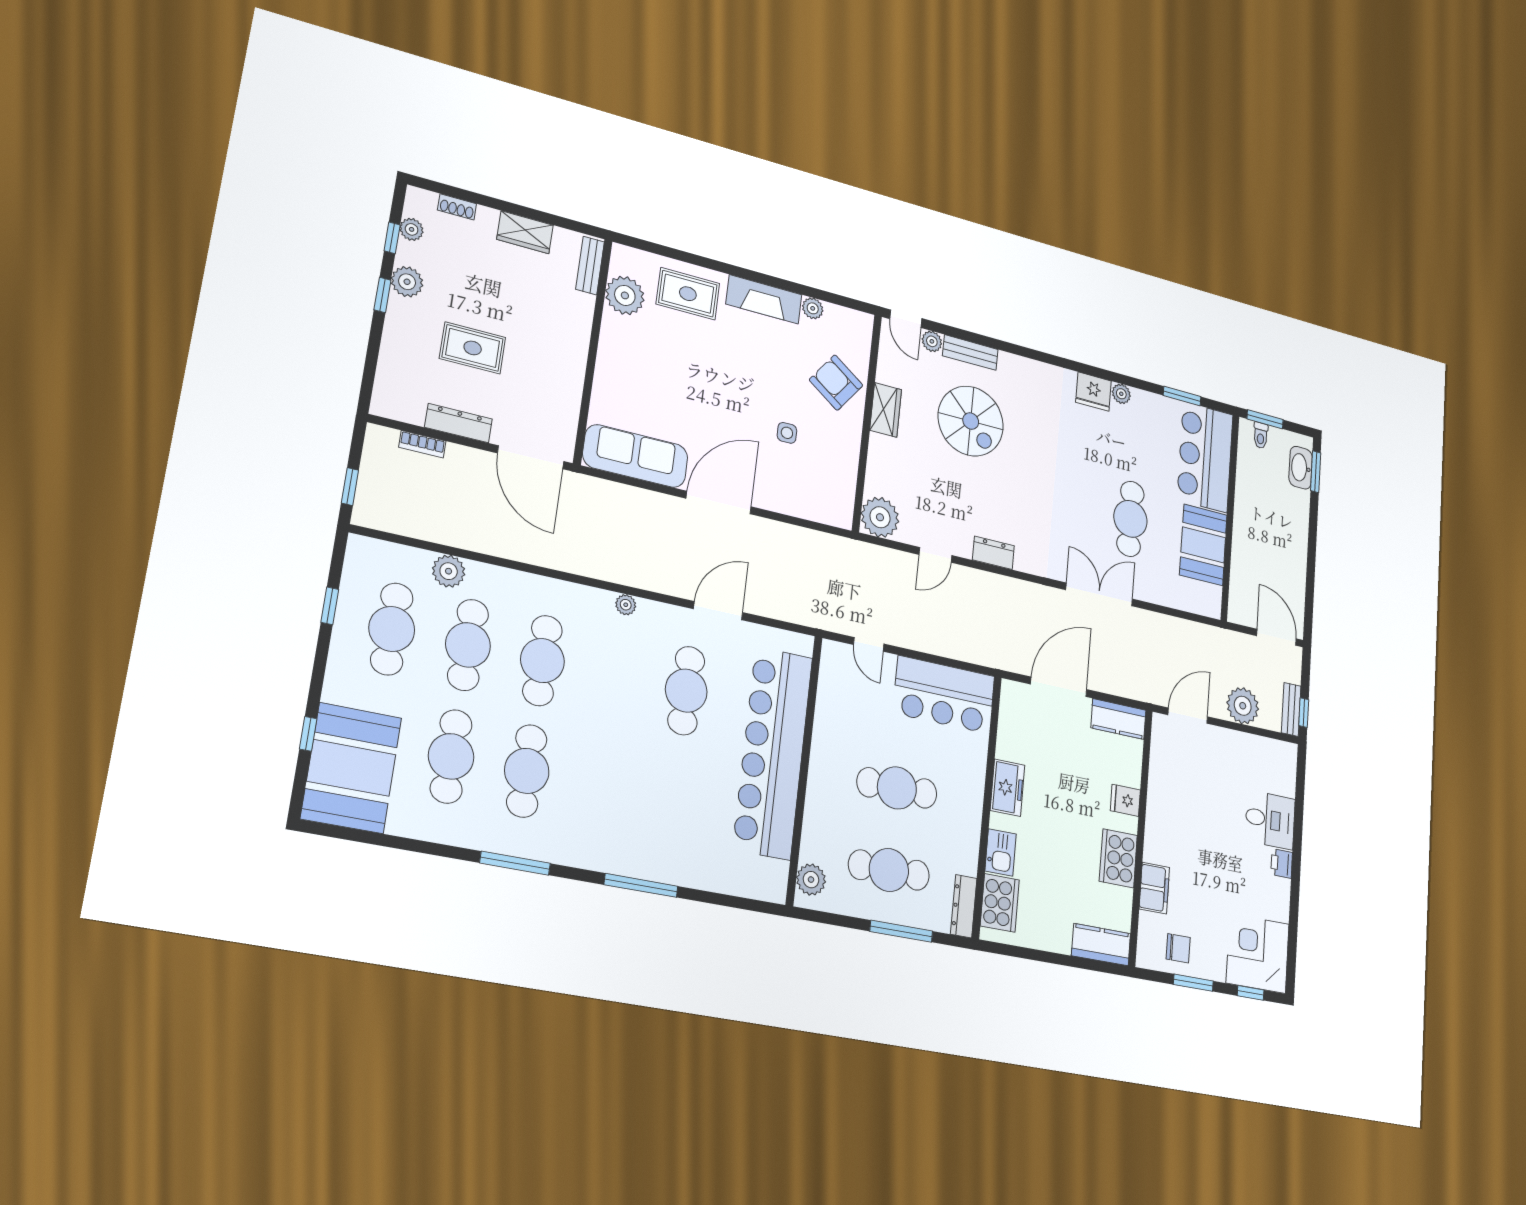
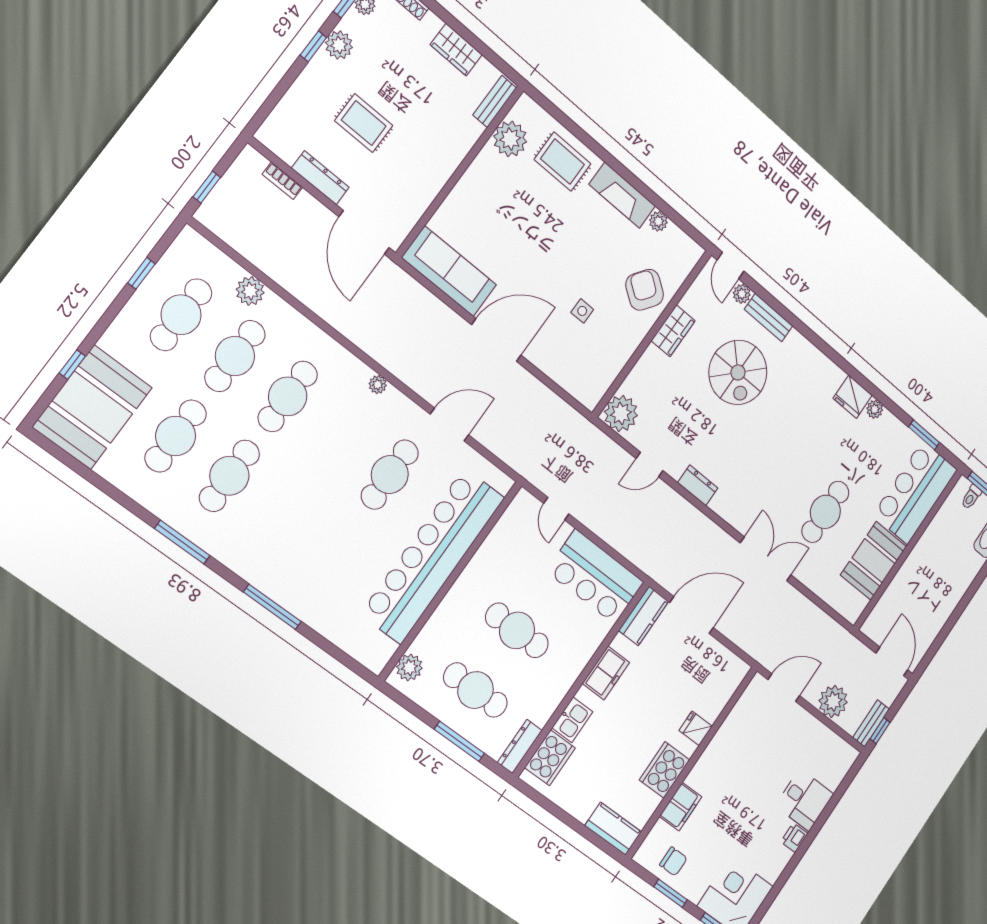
kitchen counter: (1118, 719) -> (644, 616), moved, turned -90

